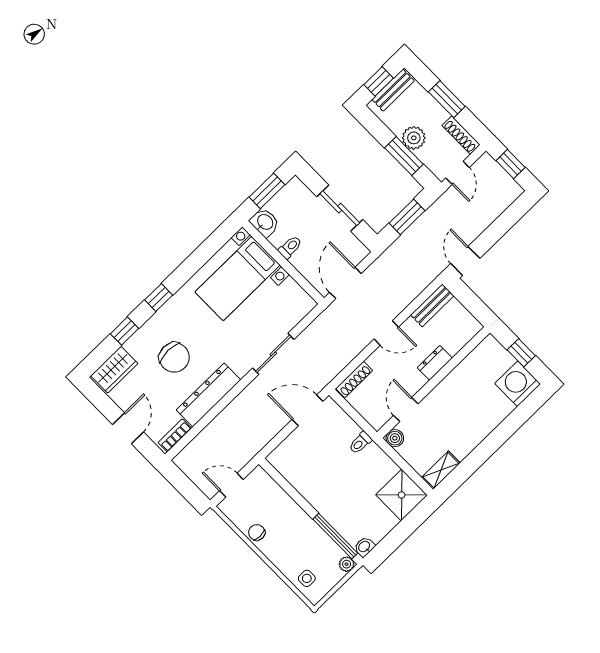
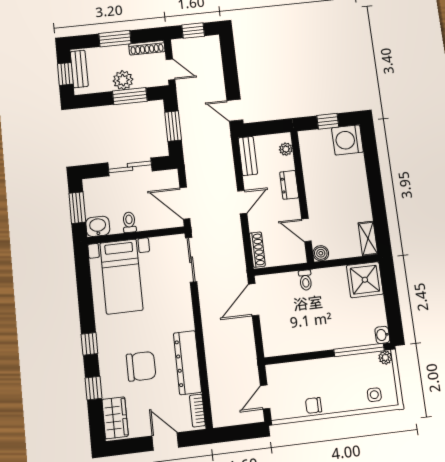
plant: (465, 335) -> (286, 149), added
sliding door: (273, 354) -> (191, 260), moved

